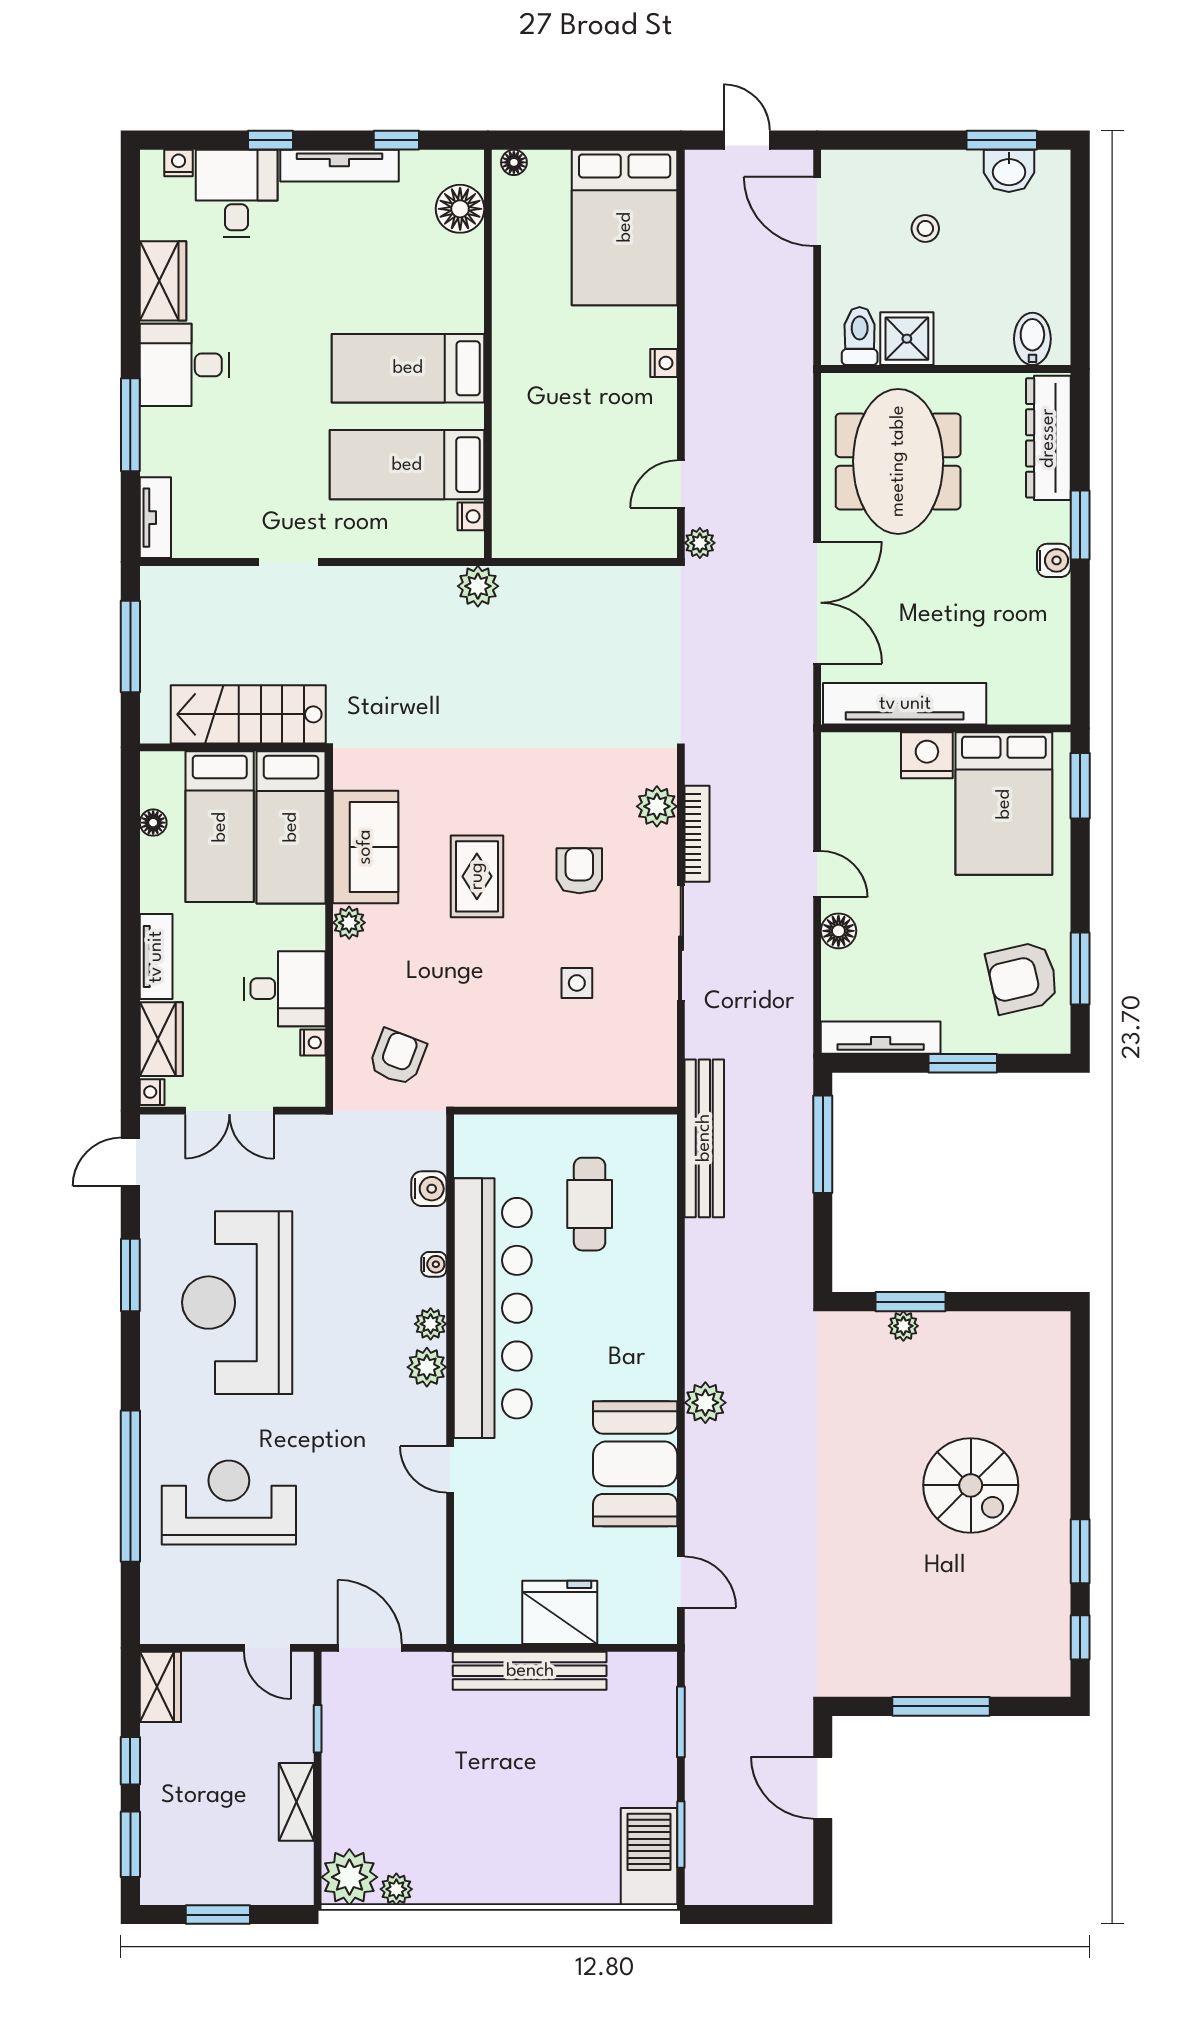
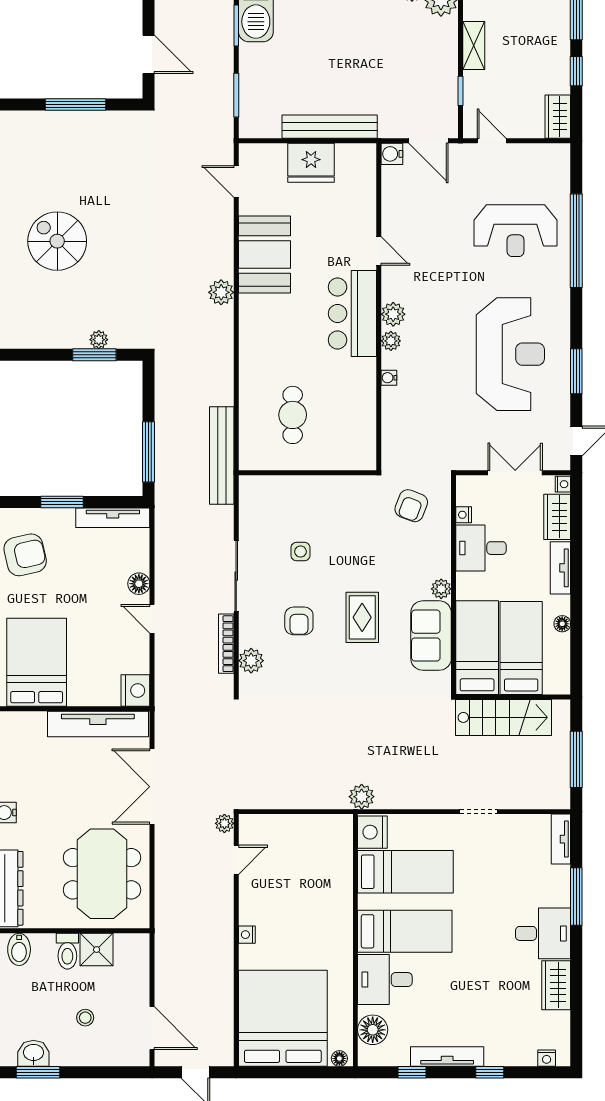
desk: (237, 194) -> (385, 980), moved, turned 90
bed: (625, 227) -> (283, 1018), width x1.36
toilet: (860, 336) -> (67, 951), moved
nightstand: (471, 516) -> (372, 832), width x1.89, depth x1.79
nightstand: (927, 755) -> (135, 691), moved, turned -90
floor lamp: (153, 823) -> (562, 624), moved
water cooler: (429, 1189) -> (392, 154), moved
bar counter: (493, 1308) -> (352, 314), width x0.54

